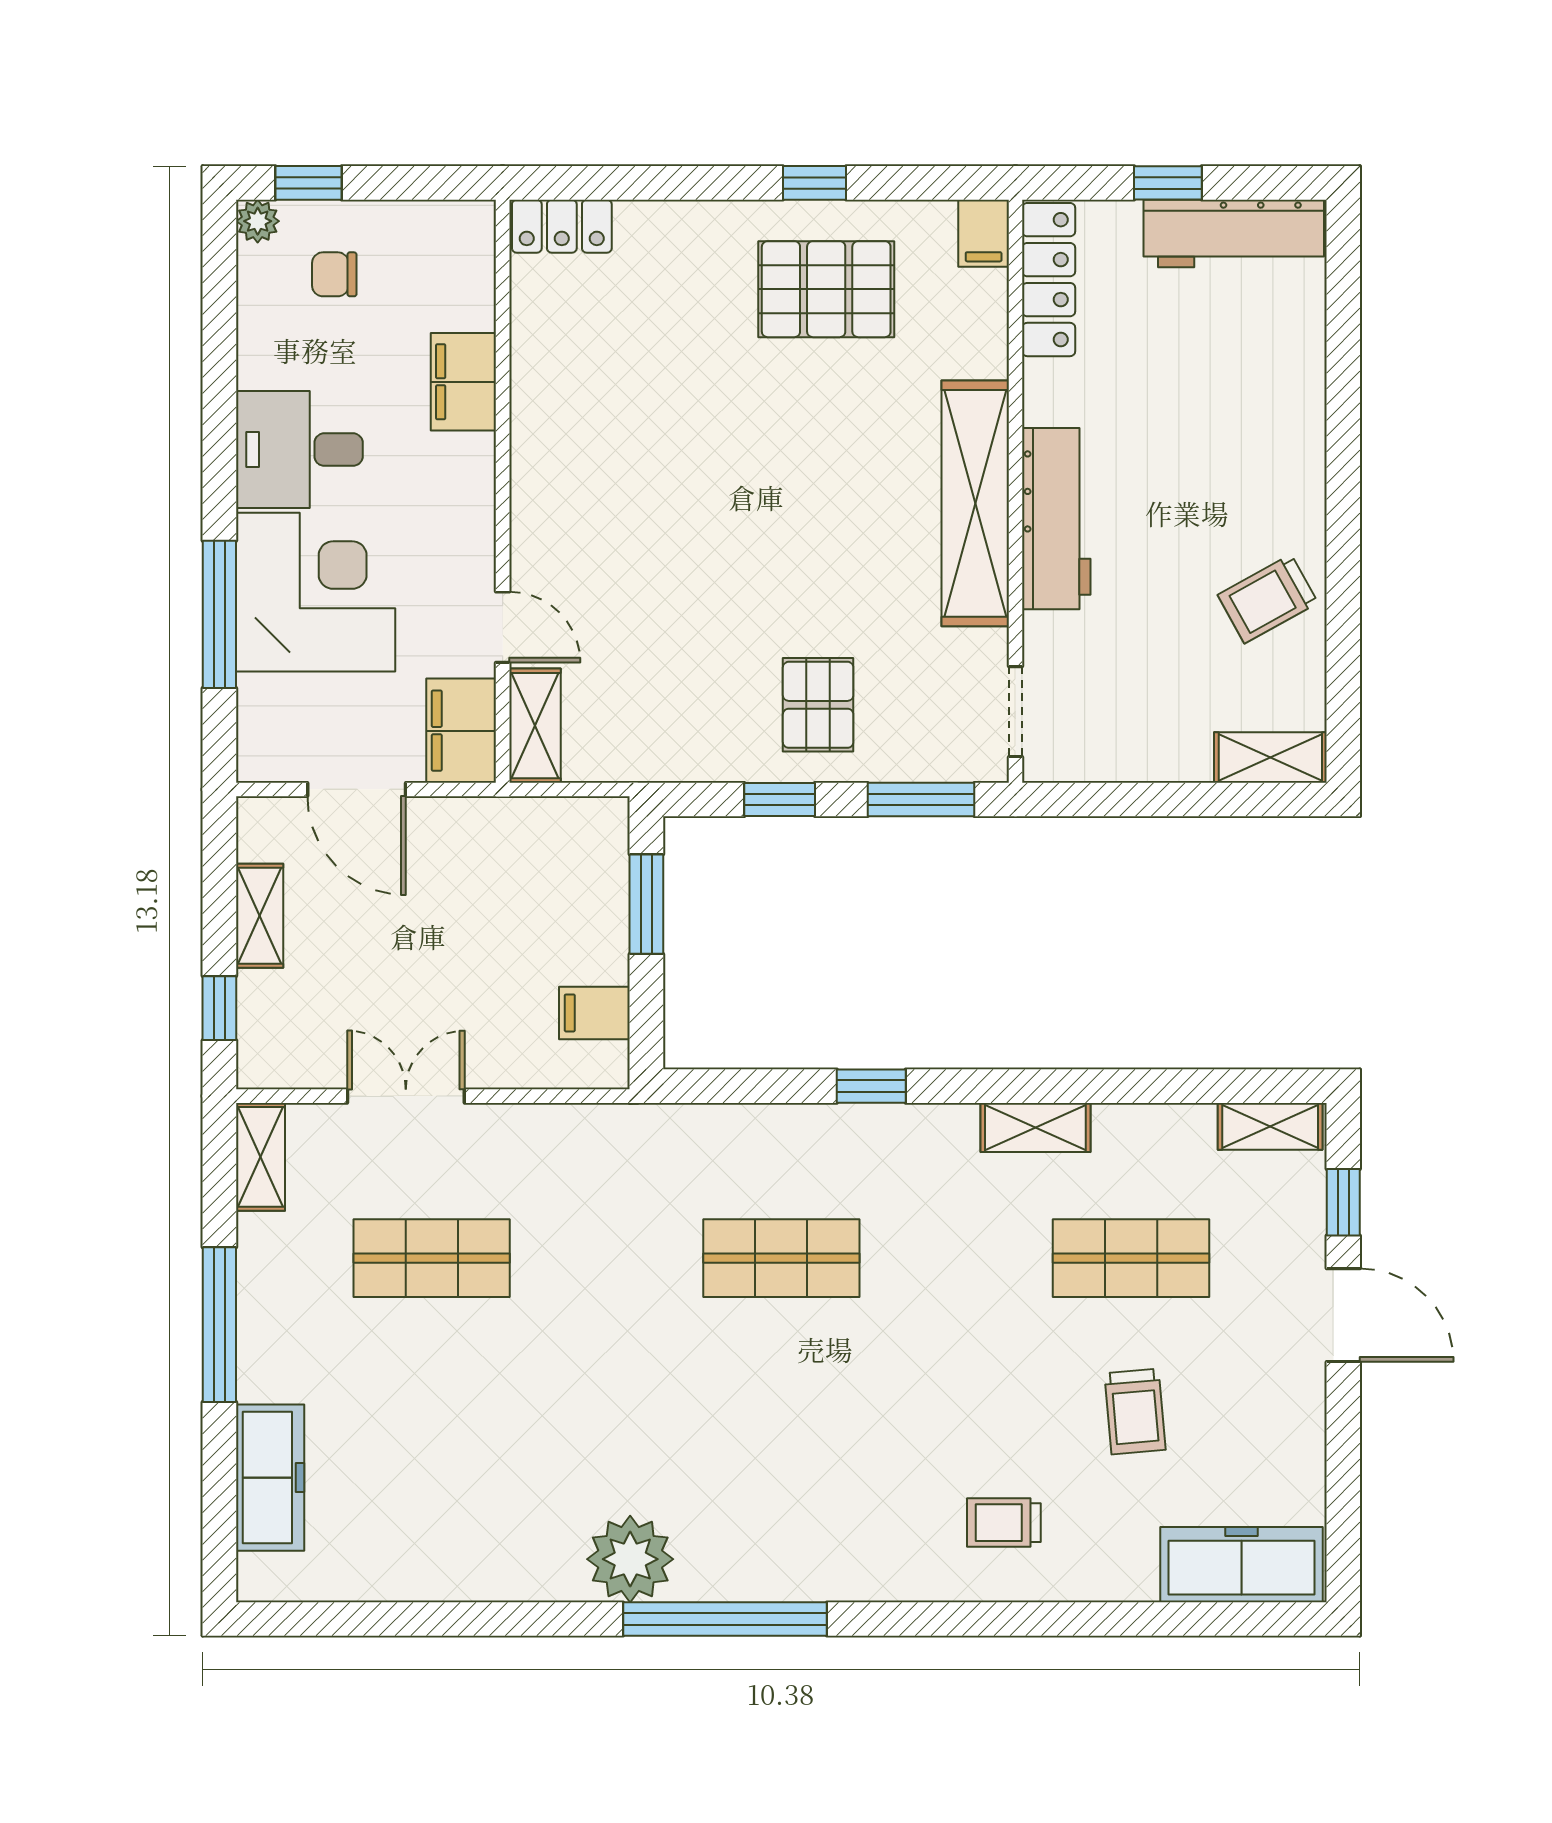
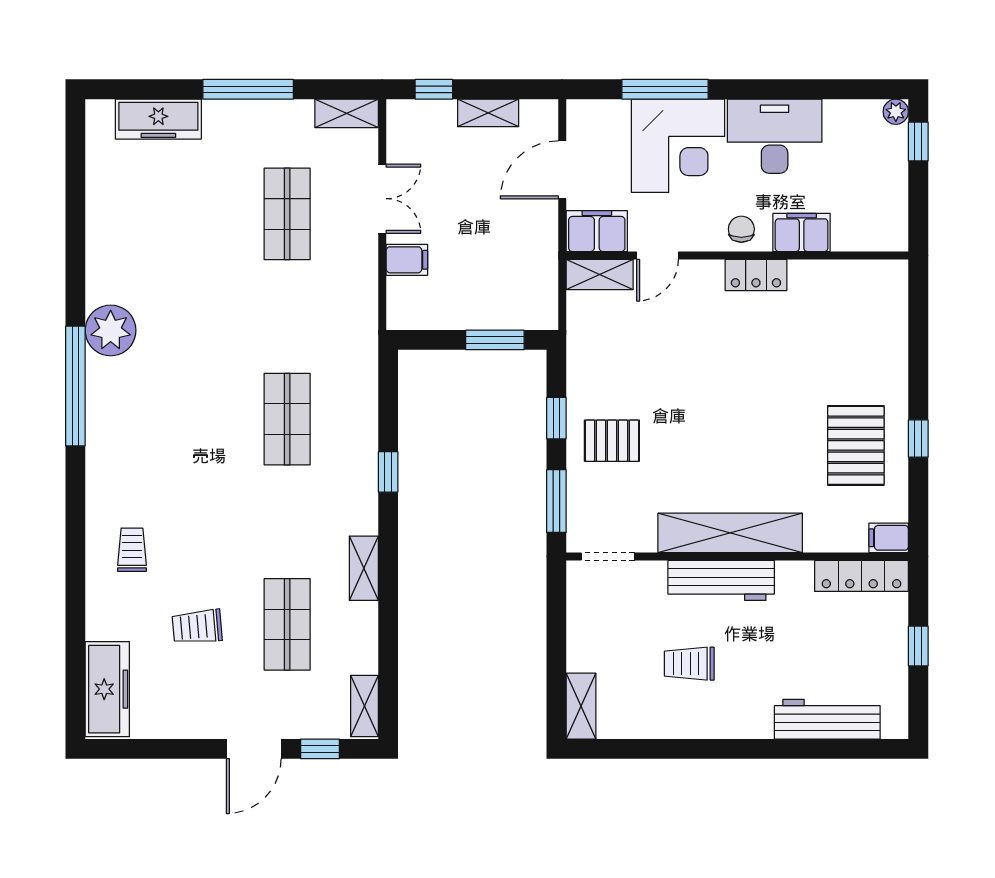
locker: (562, 226) -> (756, 275), moved, turned -90
workbench: (1234, 234) -> (827, 719), moved, turned 90
chair: (334, 274) -> (741, 229), moved
desk: (299, 450) -> (775, 136), width x1.37
trolley: (1268, 599) -> (689, 664), moved, turned -61
filing cabinet: (594, 1013) -> (407, 260), moved, turned 90

